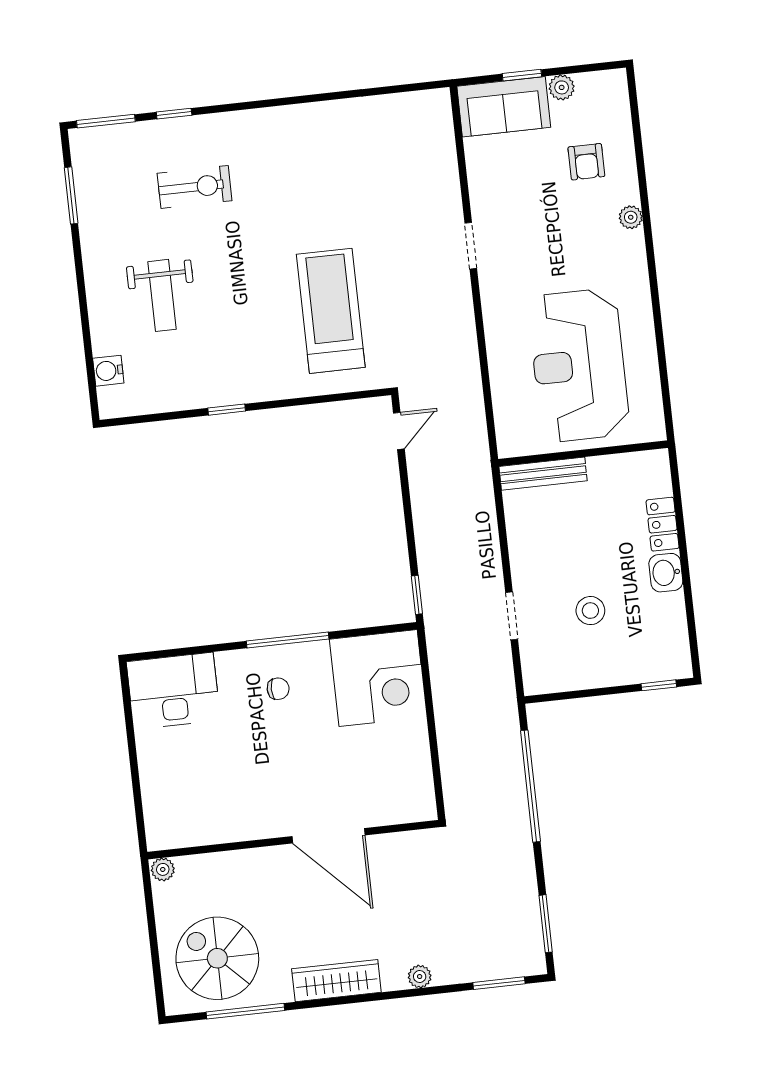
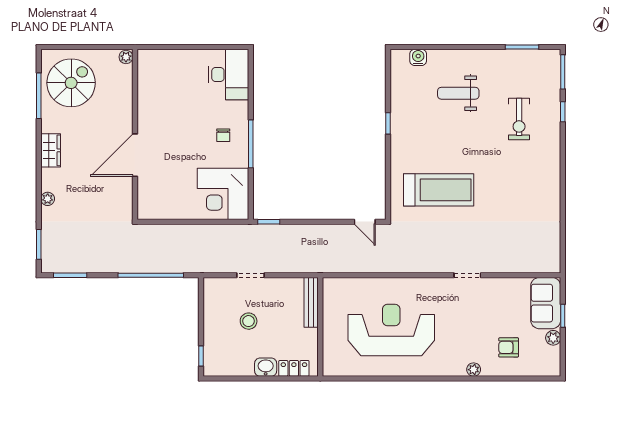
wall: (583, 453) -> (320, 327), moved
bench: (543, 474) -> (311, 302), moved
wardrobe: (336, 981) -> (51, 150), width x0.67

